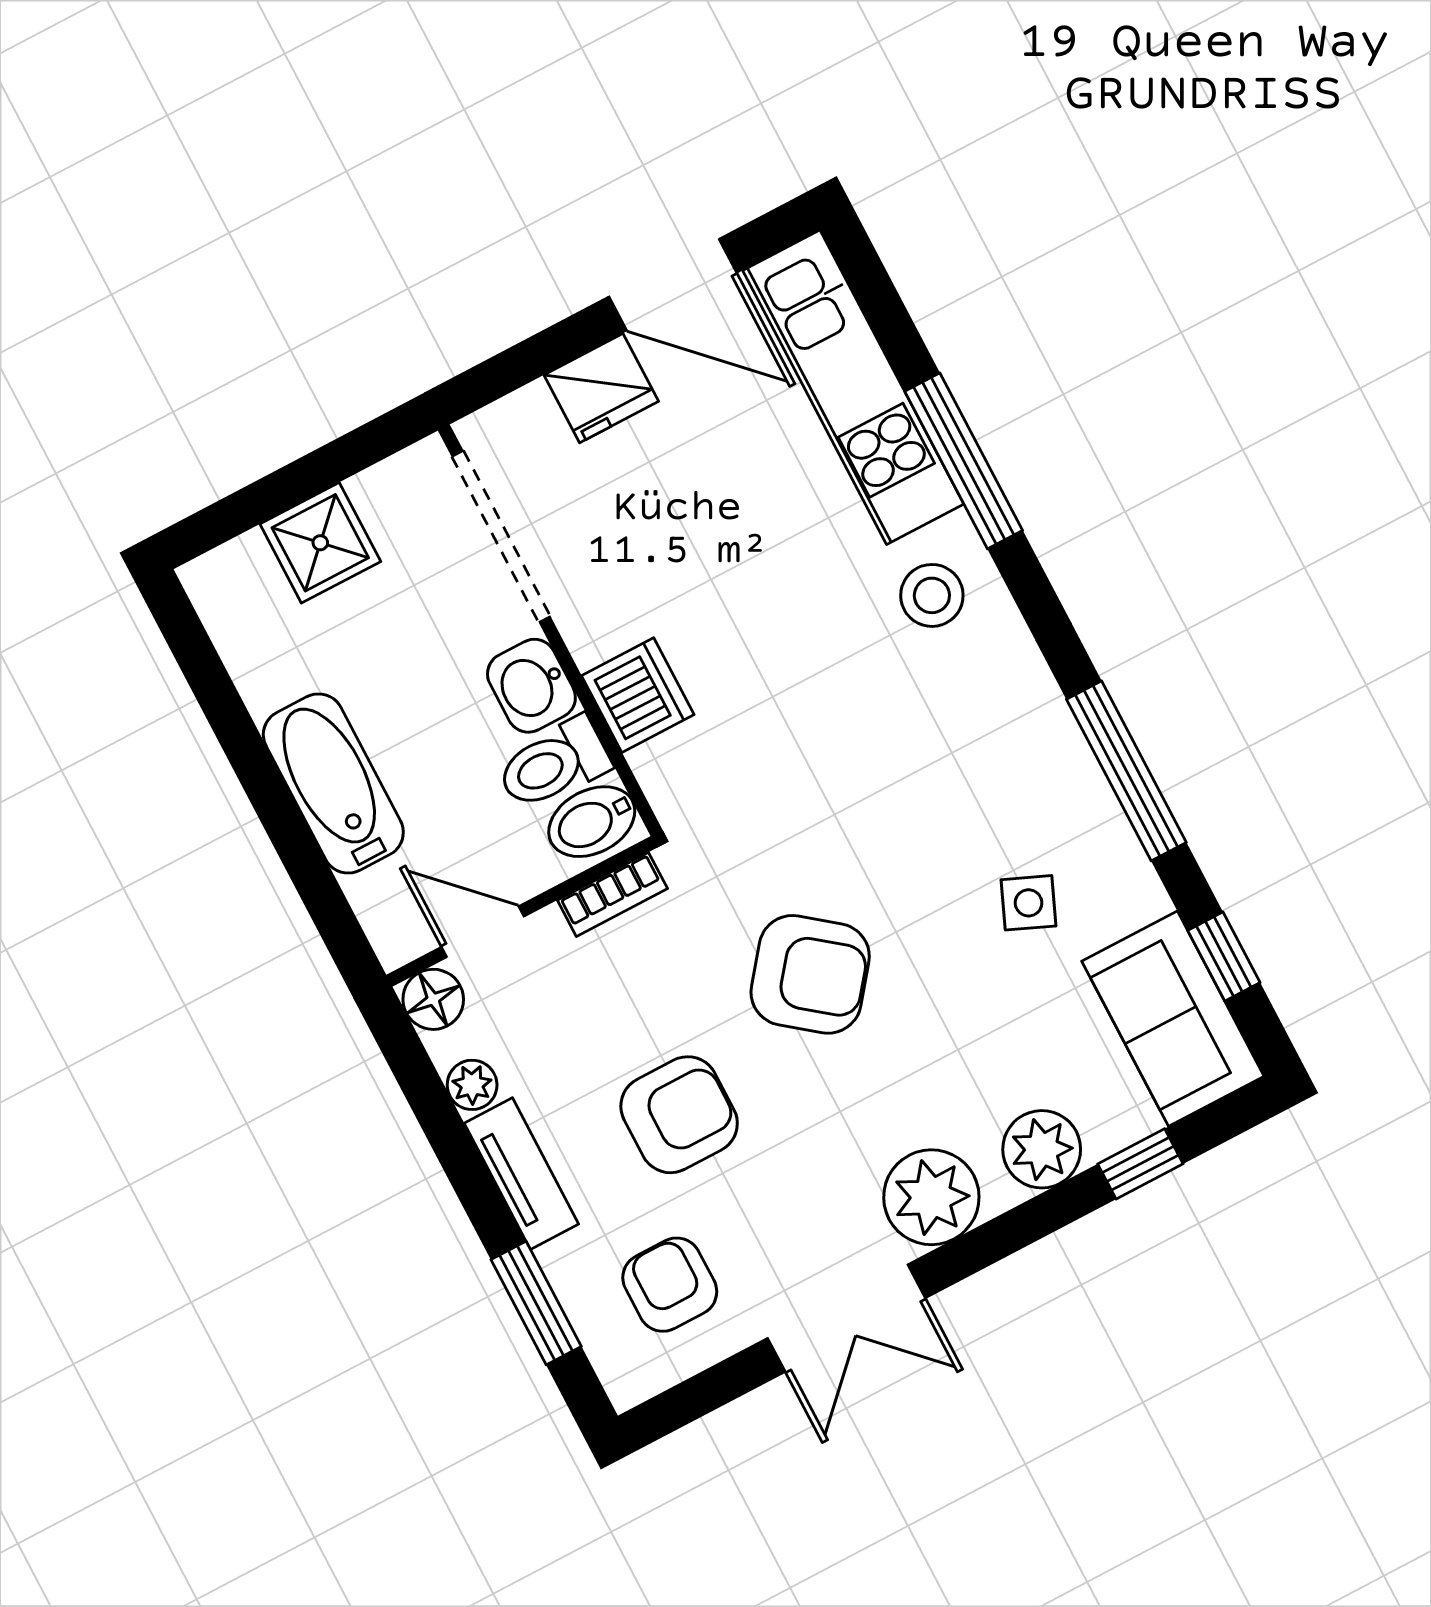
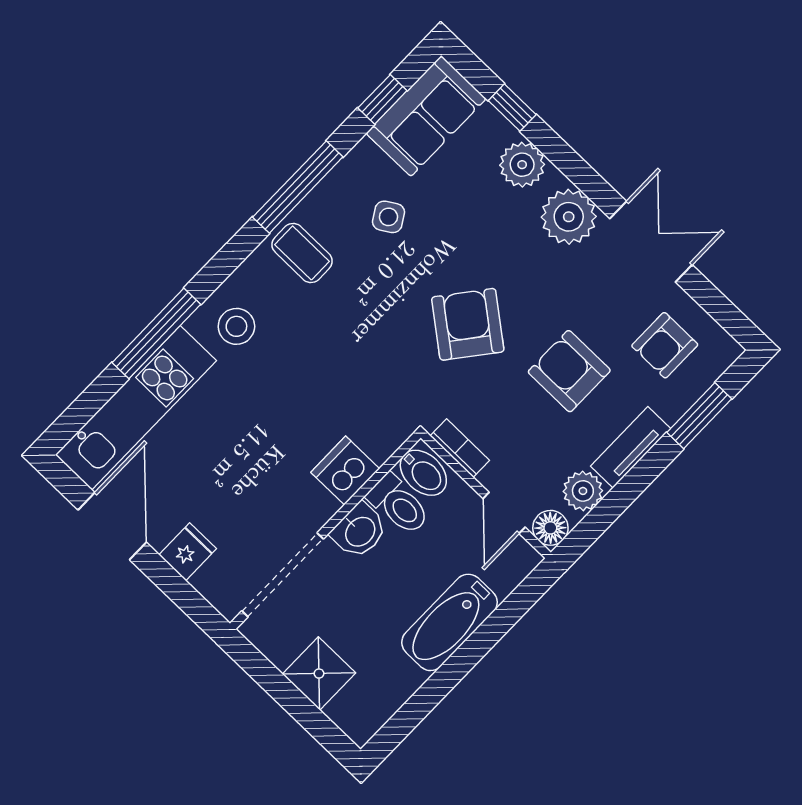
fridge: (601, 388) -> (188, 552), width x0.72
coffee table: (1016, 742) -> (302, 253), added
side table: (1029, 903) -> (388, 217), turned 35
plant: (472, 1085) -> (583, 491), width x1.38, depth x1.38

